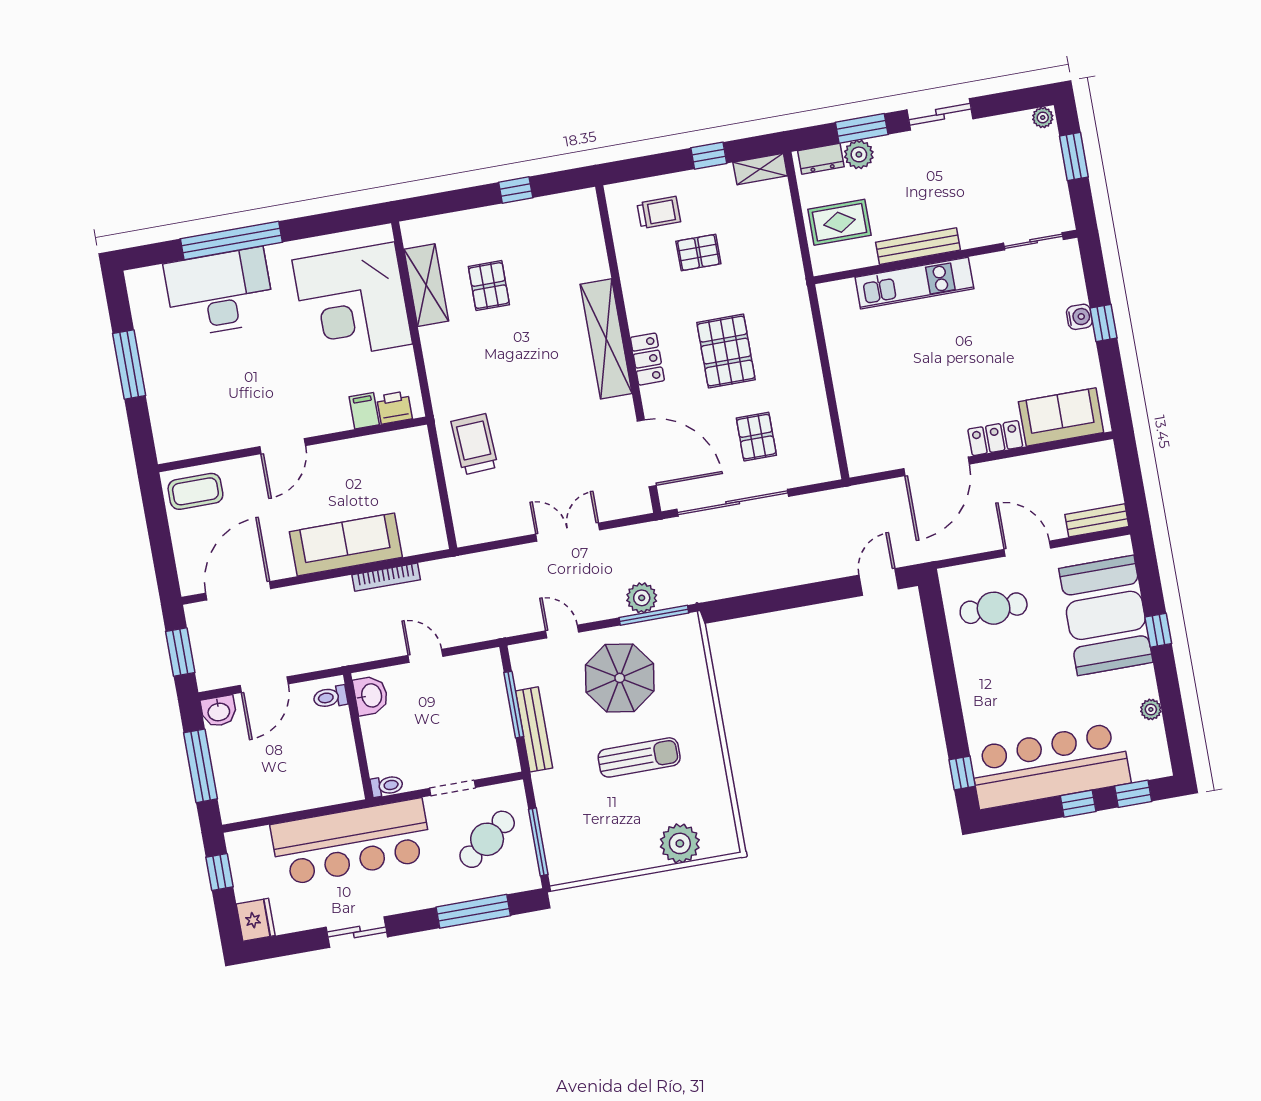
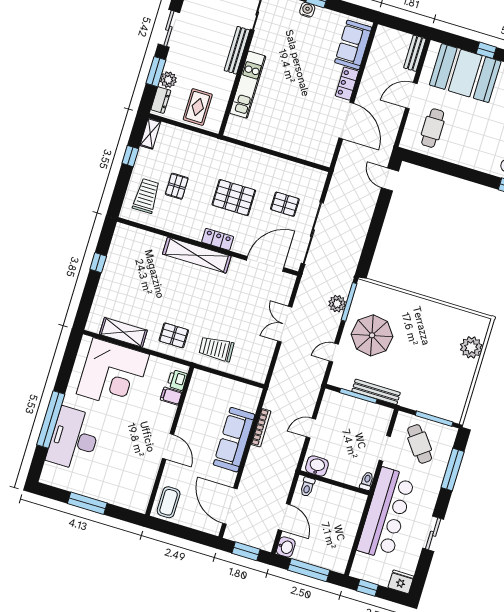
trolley: (659, 212) -> (146, 196), width x1.36, depth x1.39
bench: (918, 246) -> (237, 50), moved
pallet: (489, 286) -> (174, 335), moved
sun lounger: (639, 757) -> (417, 346), removed

